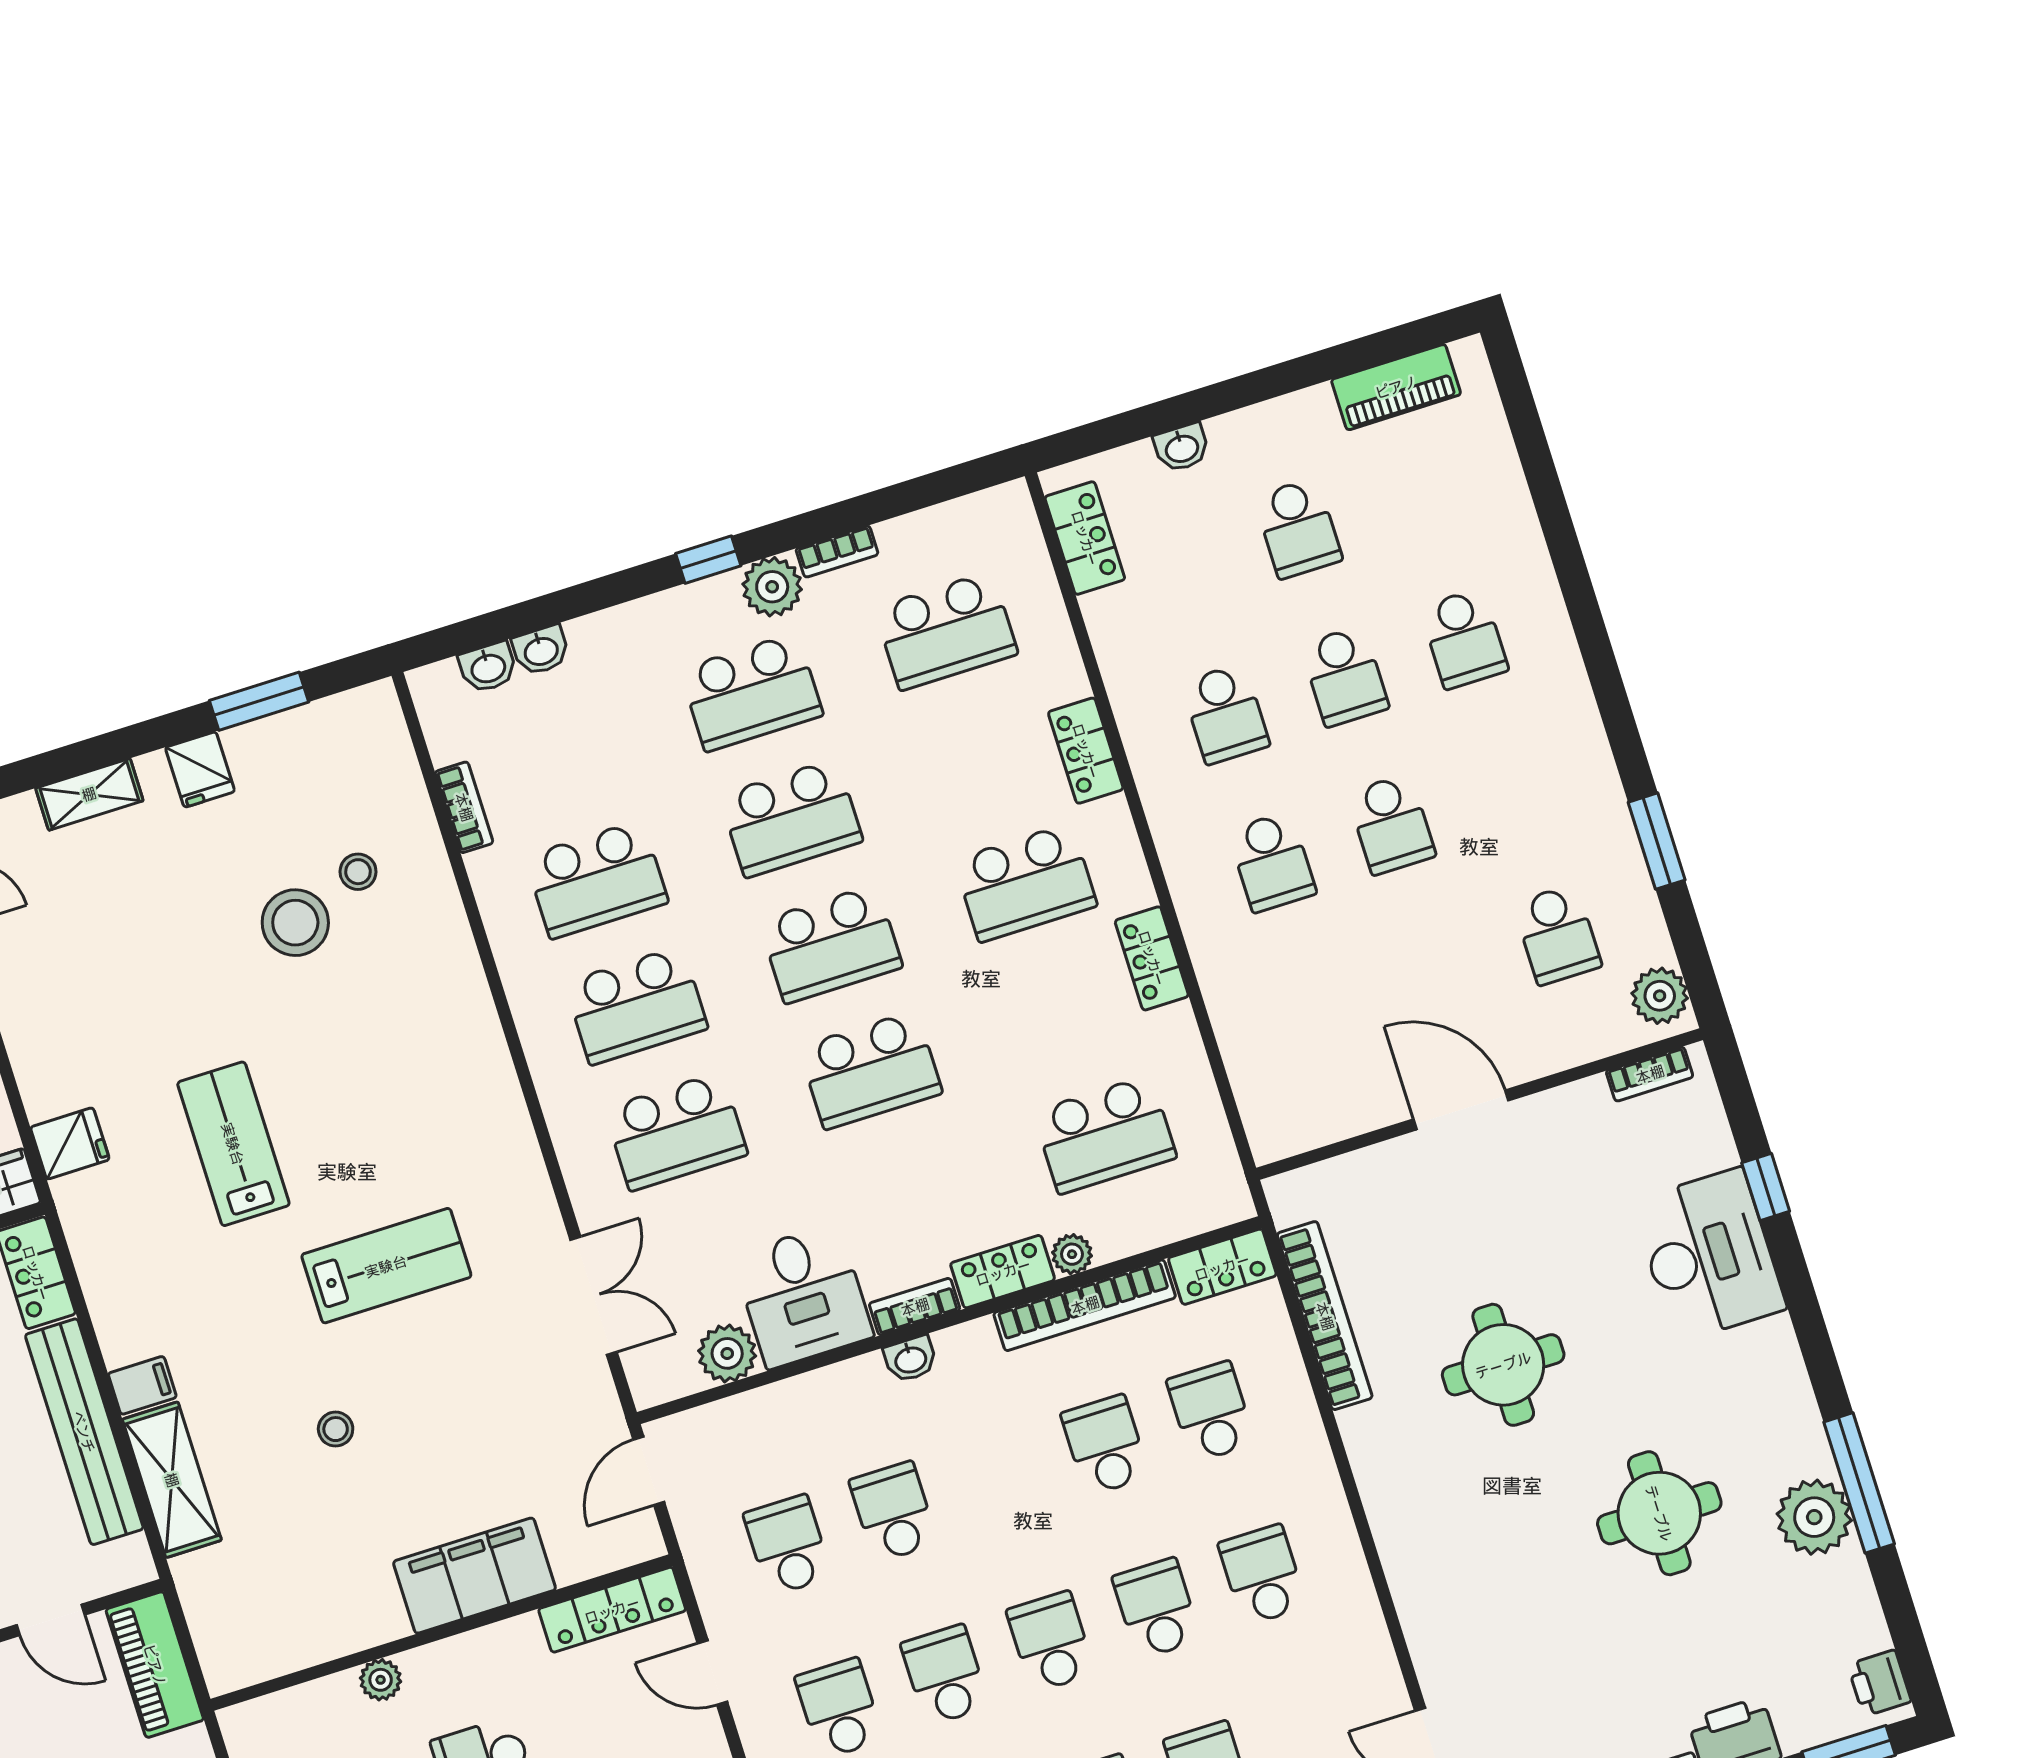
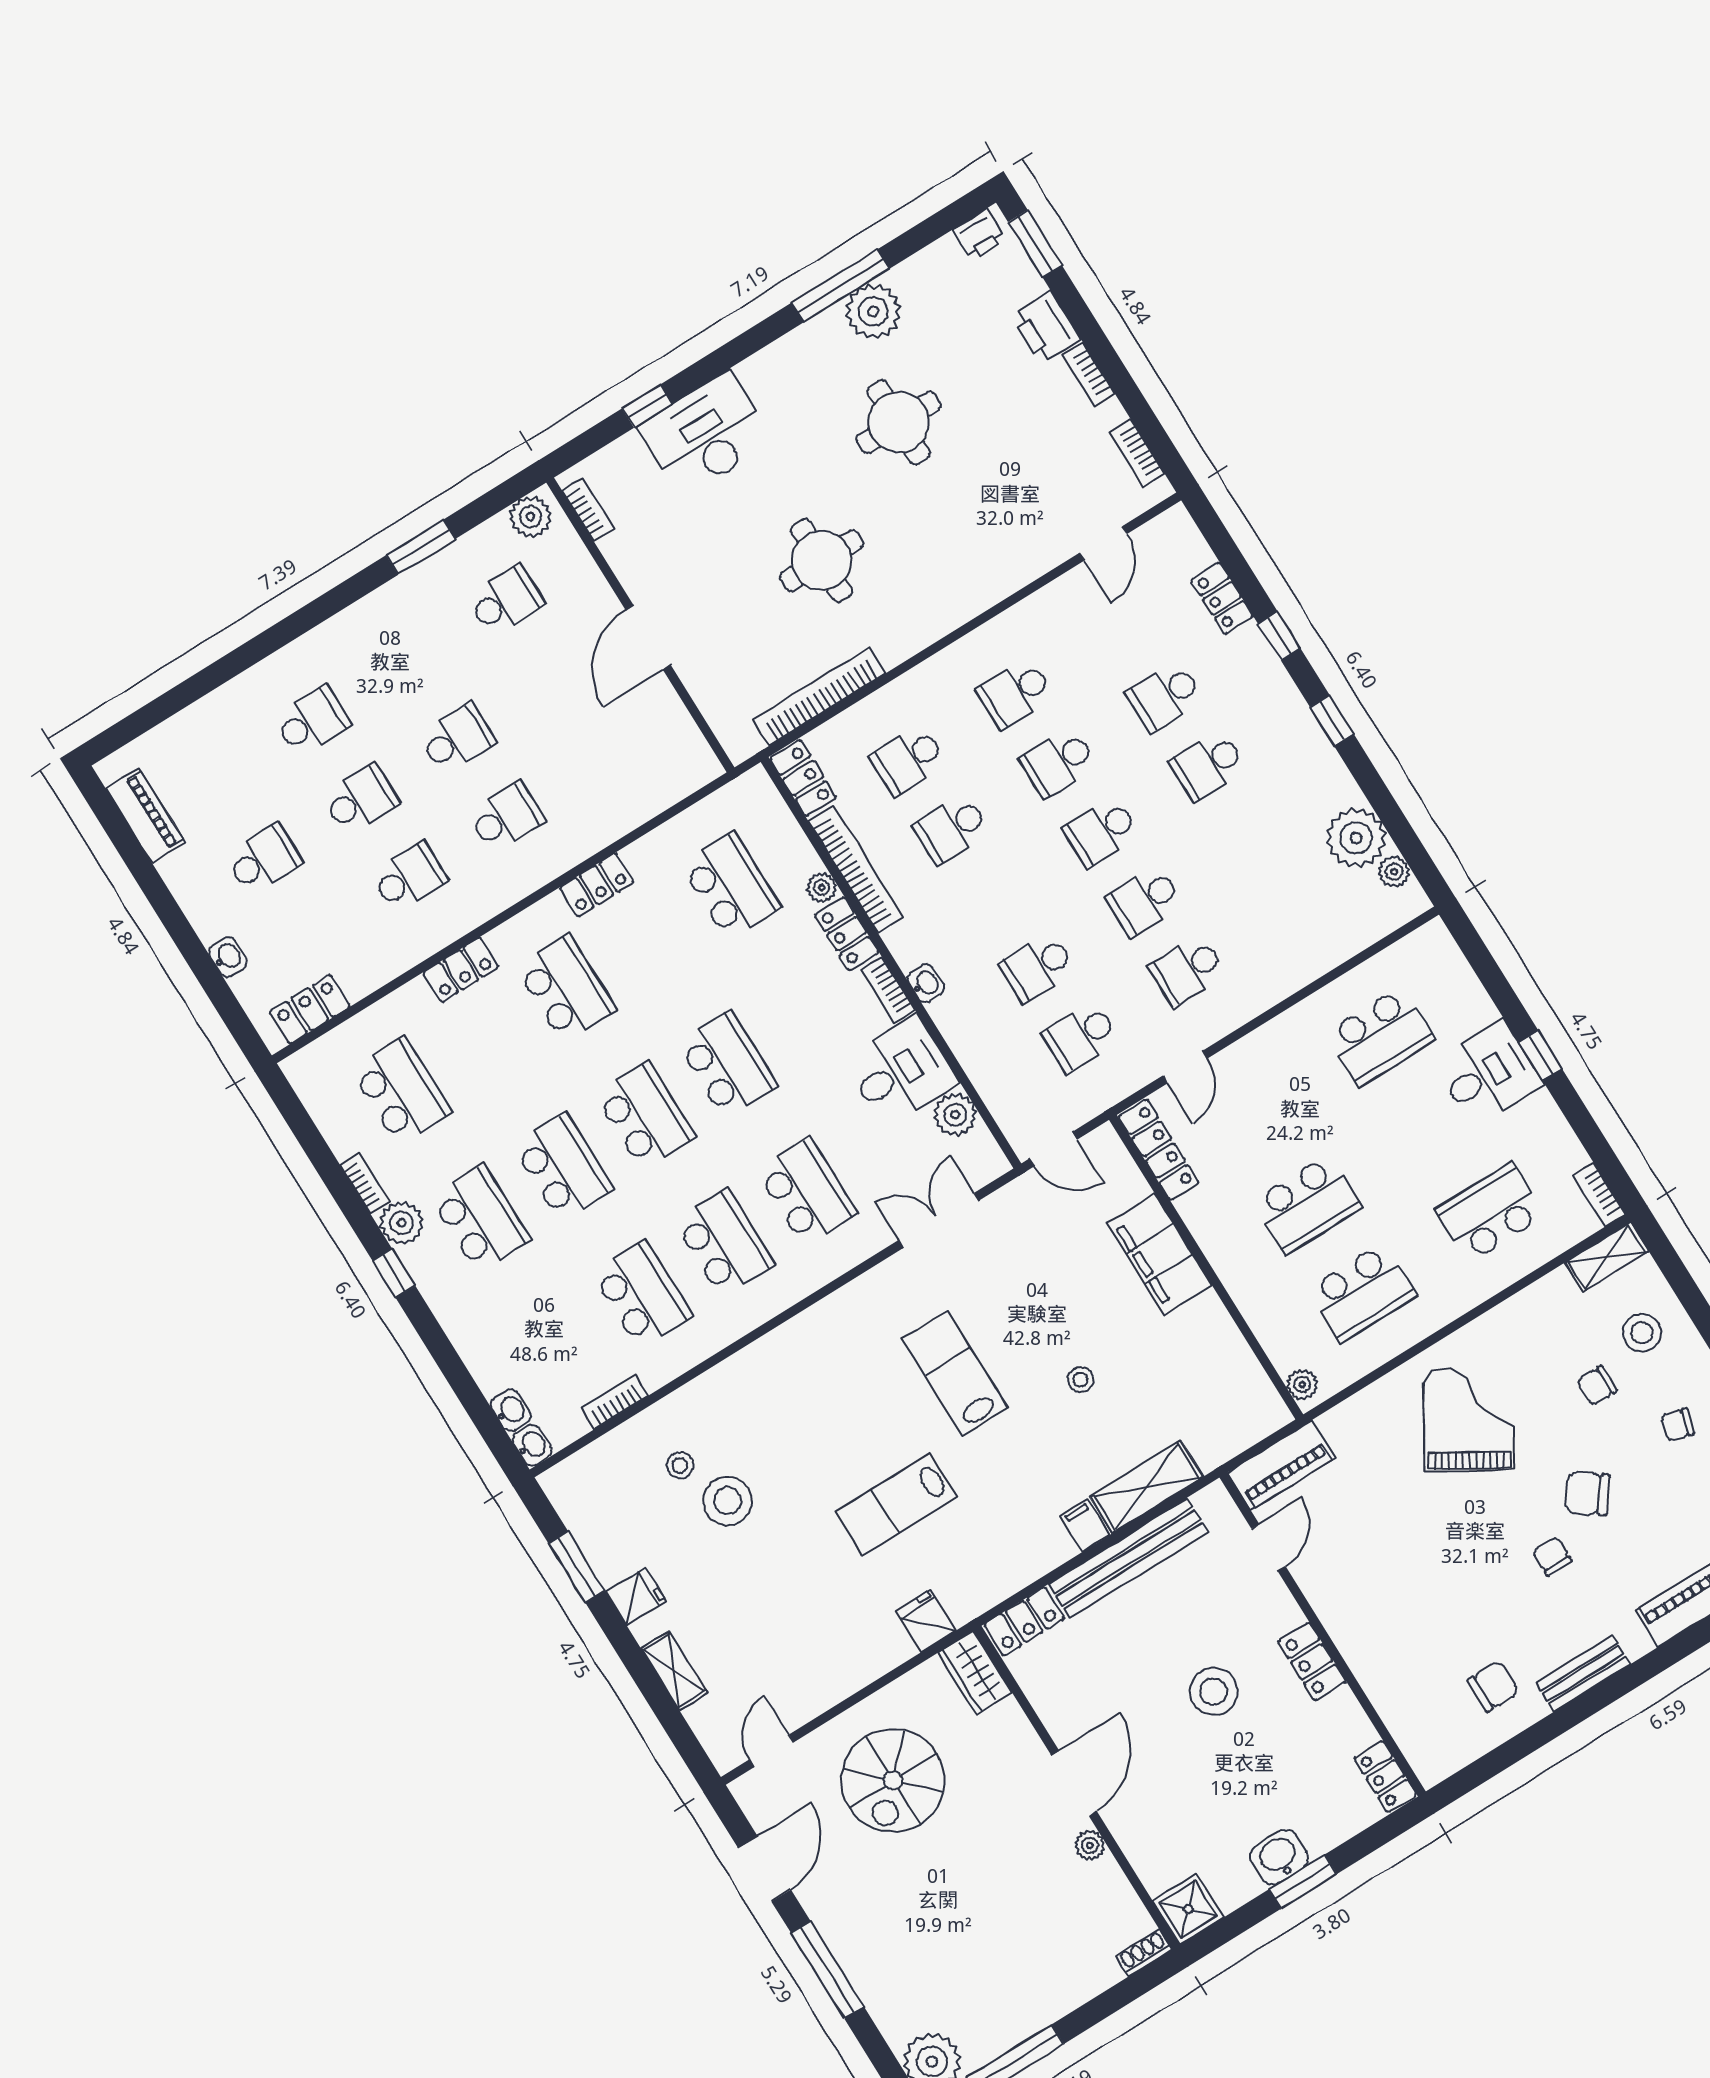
washbasin: (541, 650) -> (532, 1445), moved
plant: (381, 1680) -> (1302, 1384), moved

